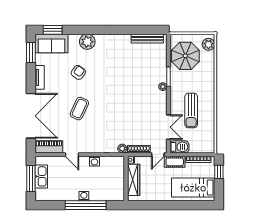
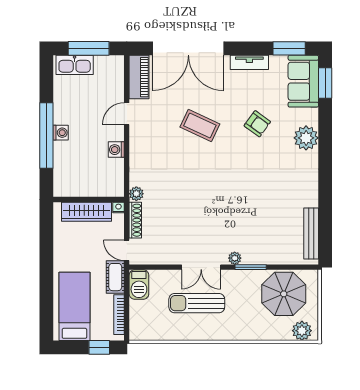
double door: (168, 127) -> (201, 267), moved
kitchen sink: (41, 176) -> (75, 65), moved

